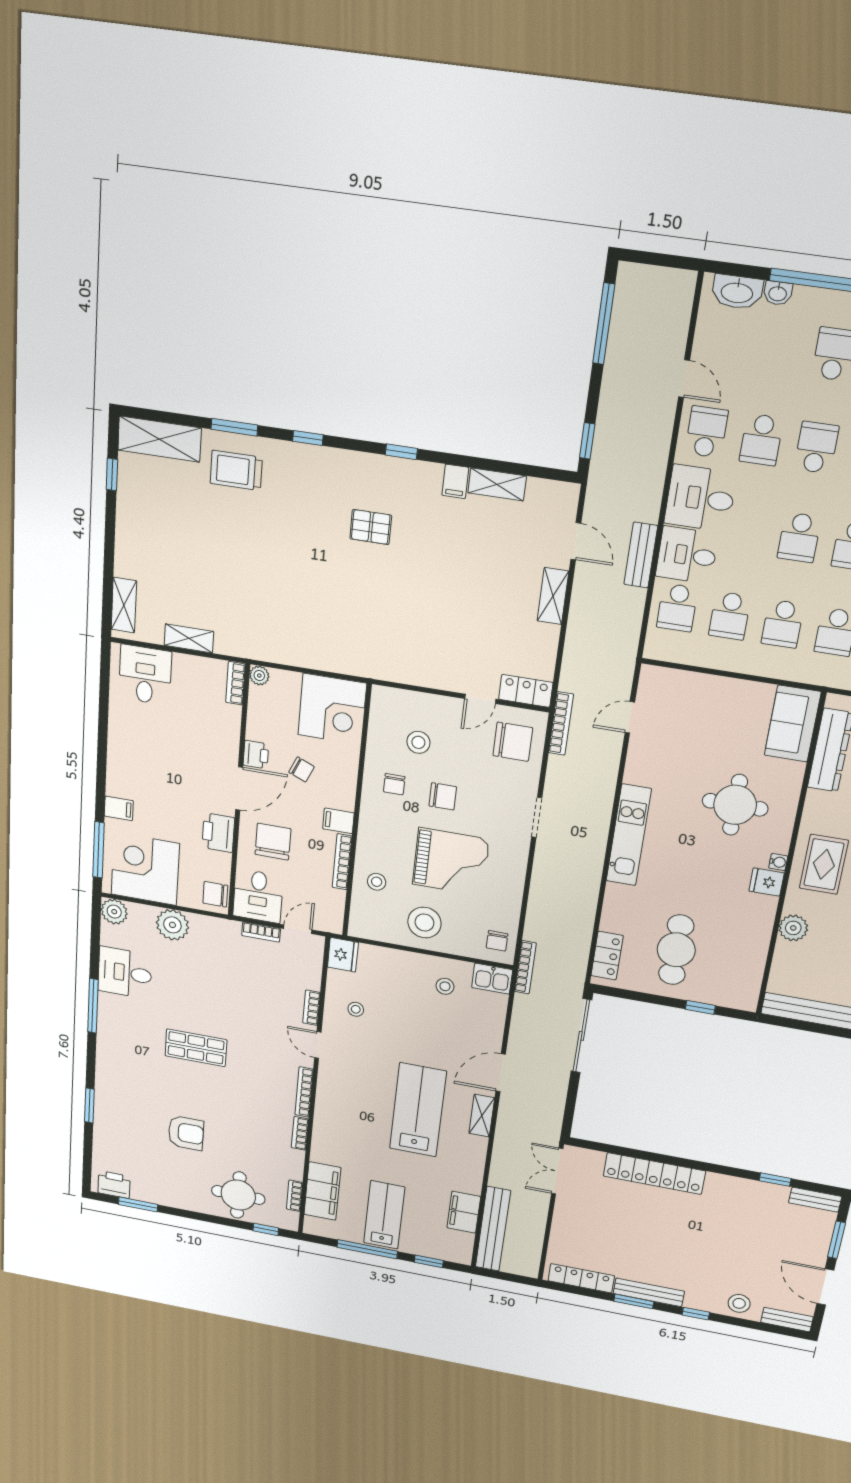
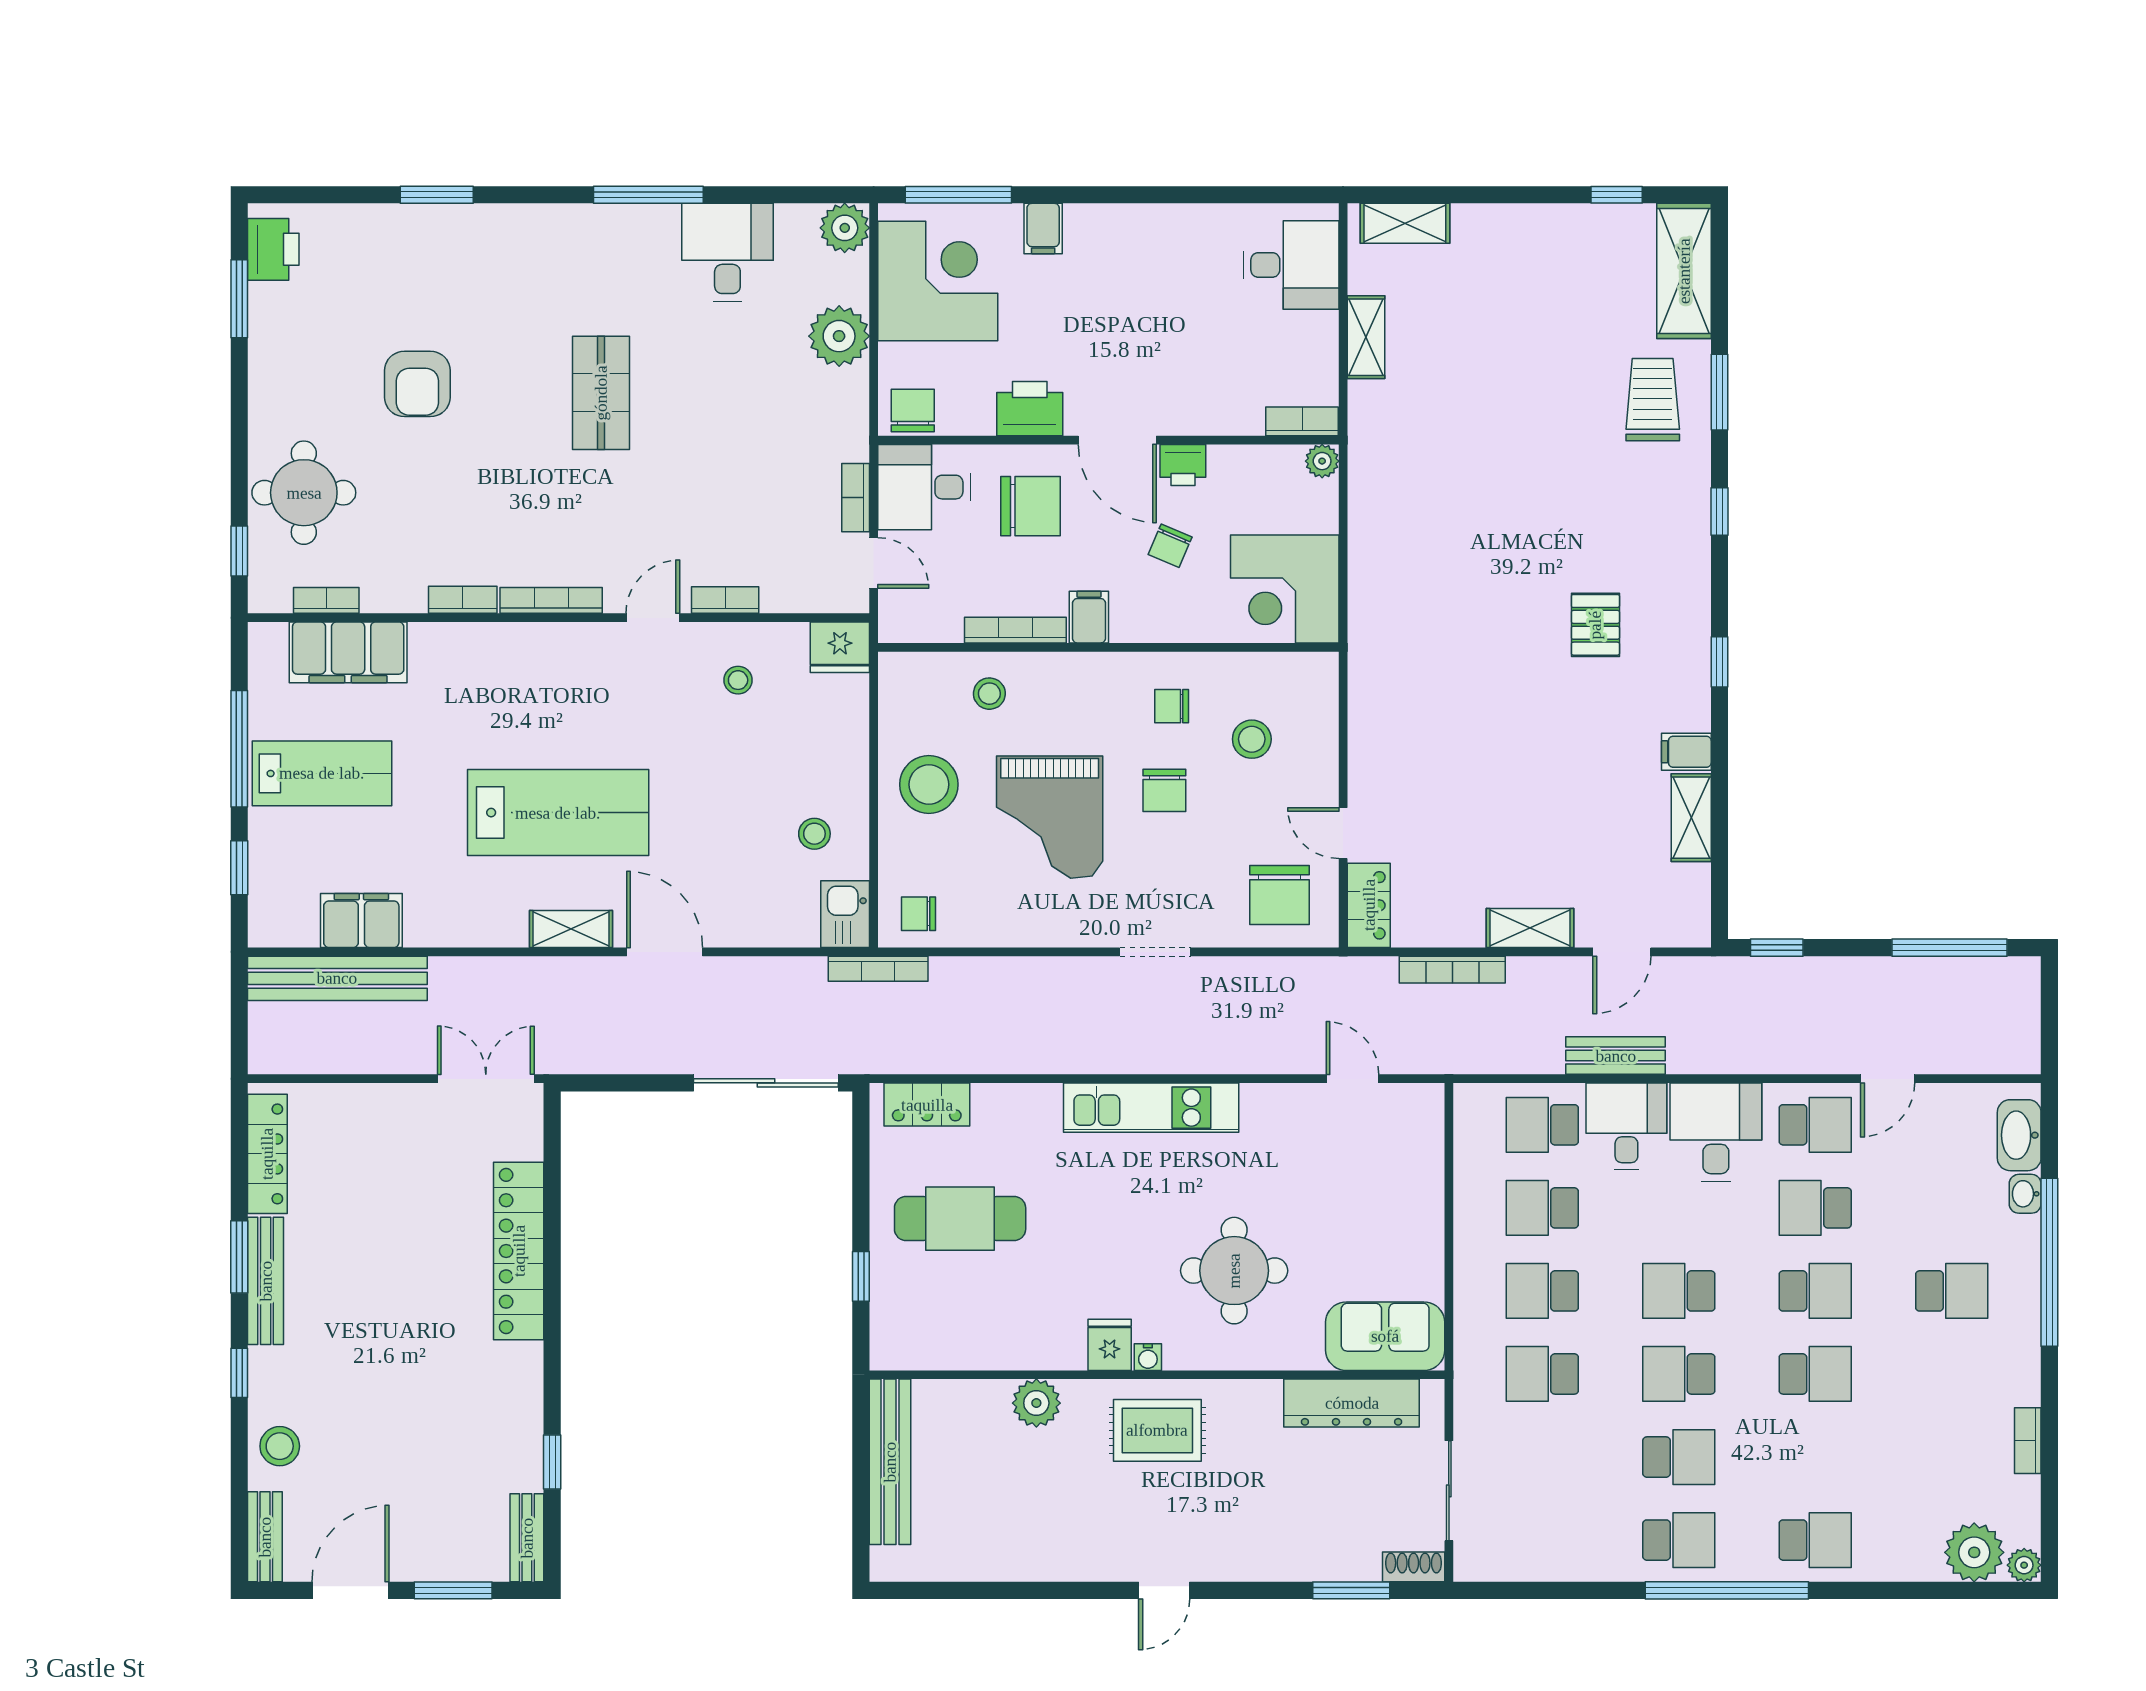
bookcase: (561, 724) -> (1452, 970), moved

